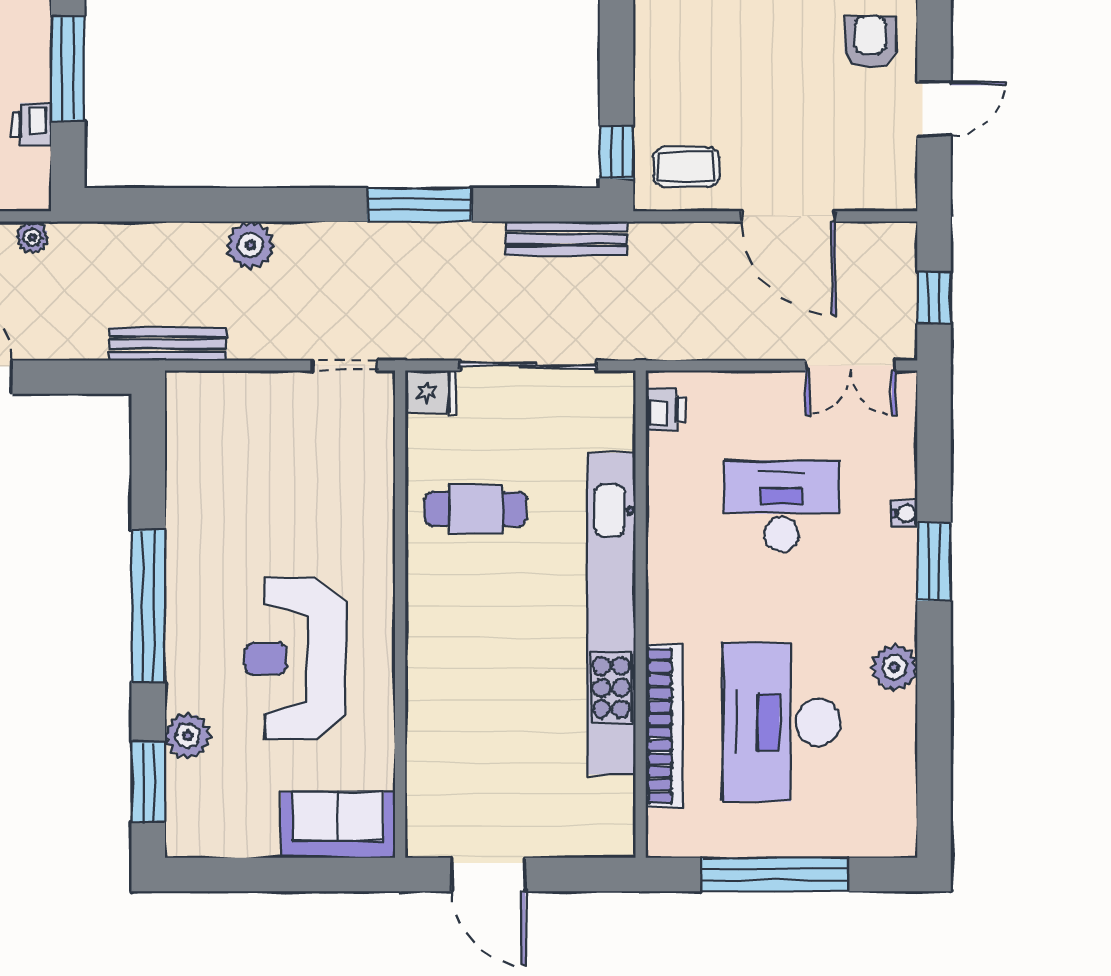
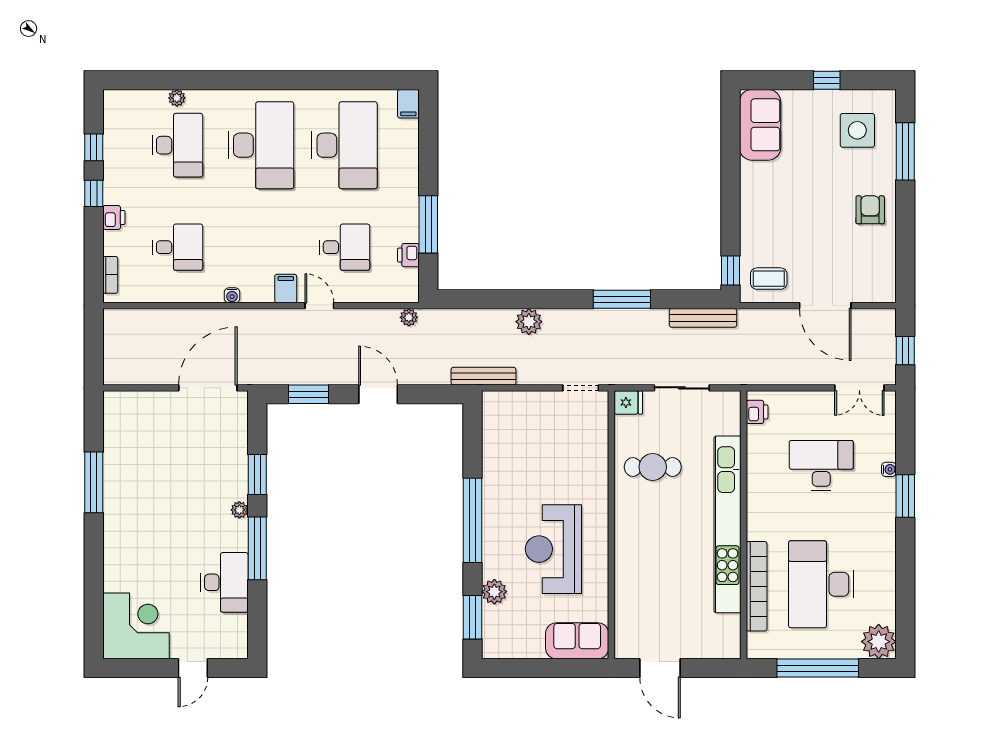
door: (934, 109) -> (905, 246), removed
sliding door: (528, 366) -> (682, 388), width x0.73
plant: (894, 667) -> (879, 642), moved, width x1.36, depth x1.36

